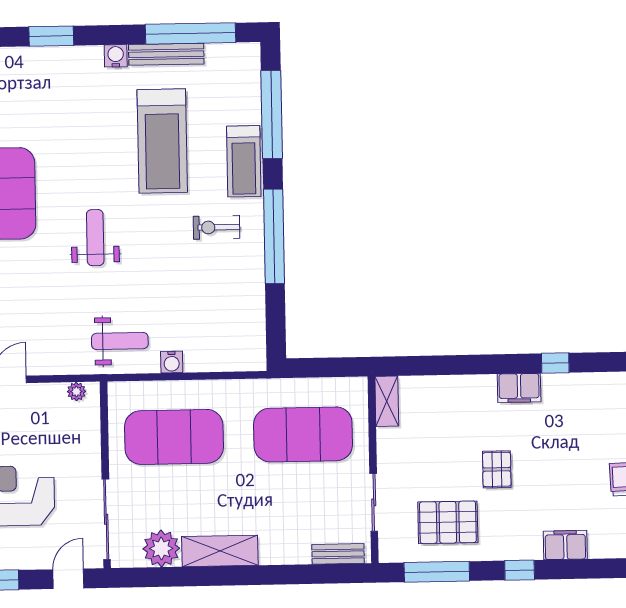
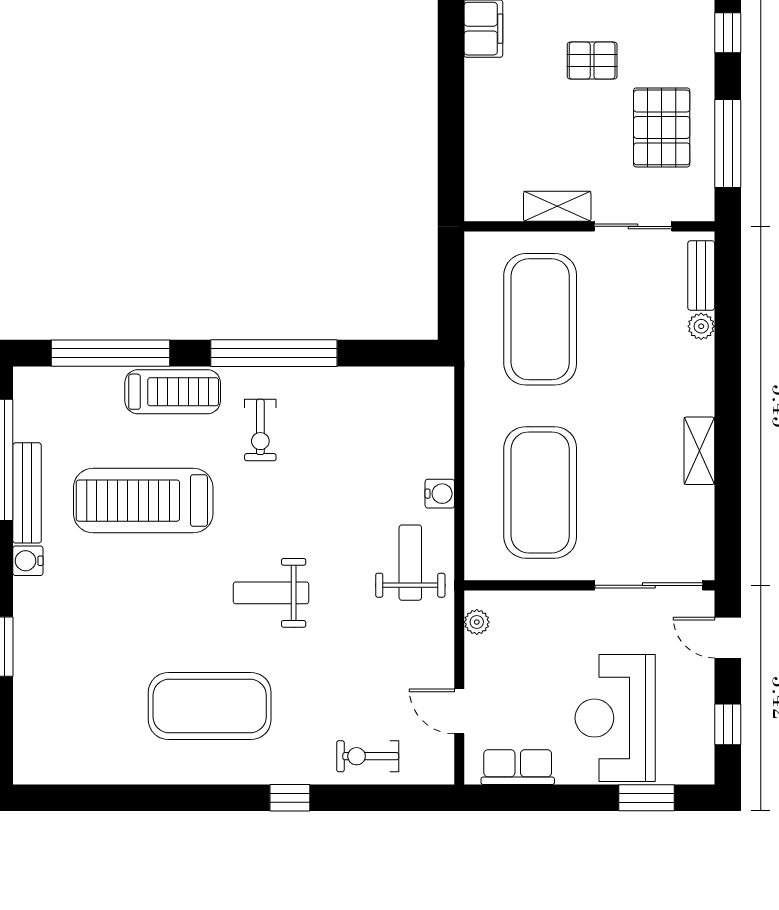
treadmill: (162, 141) -> (143, 501), turned 180
shelving: (387, 401) -> (557, 206), moved
plant: (161, 549) -> (701, 326), moved, width x0.53, depth x0.53
shelving: (220, 551) -> (699, 451), width x0.67, depth x0.75

